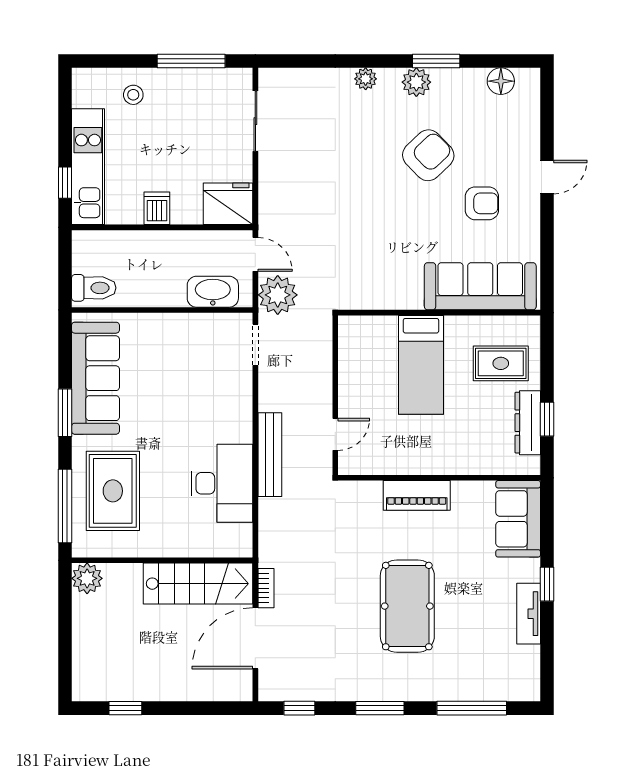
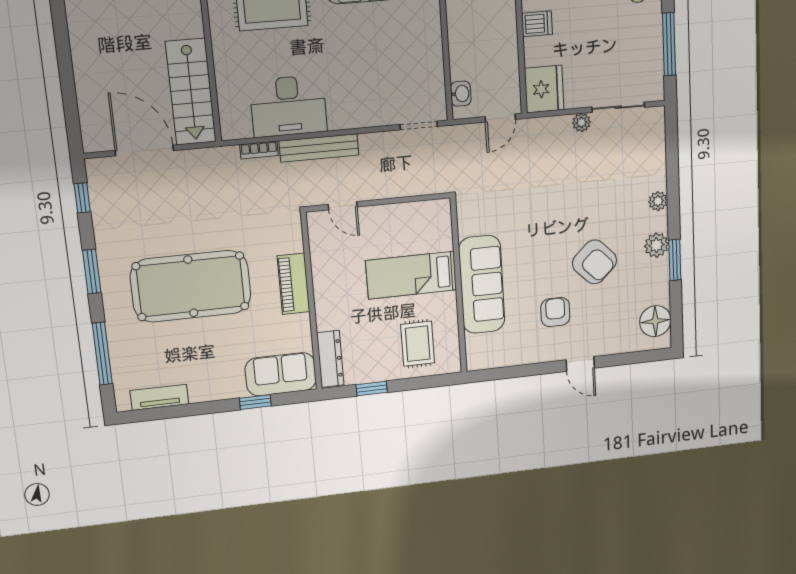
floor lamp: (501, 81) -> (655, 321), width x1.38, depth x1.38
armchair: (482, 203) -> (555, 312), turned 180
sofa: (480, 286) -> (482, 285), moved
washbasin: (213, 292) -> (461, 94), width x0.52, depth x0.69
plant: (278, 295) -> (582, 122), moved, width x0.53, depth x0.53
dresser: (528, 423) -> (330, 359), moved, turned 90
window: (547, 584) -> (255, 402), moved
bookcase: (266, 588) -> (259, 150), moved
pool table: (407, 606) -> (191, 286), width x1.36, depth x1.32
tv unit: (529, 614) -> (159, 397), moved
window: (125, 708) -> (61, 32), removed

